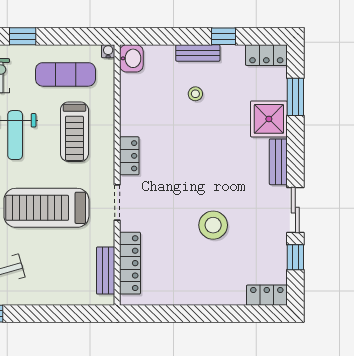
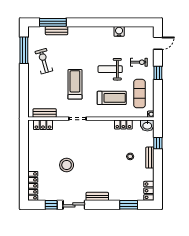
window: (224, 36) -> (158, 143), moved
shower: (269, 119) -> (118, 192), removed
treadmill: (74, 132) -> (112, 98), turned 180
locker: (129, 156) -> (123, 124), moved
treadmill: (46, 208) -> (75, 84), width x0.73, depth x0.73
locker: (130, 263) -> (43, 125), width x0.66
locker: (267, 295) -> (33, 186), width x1.53

